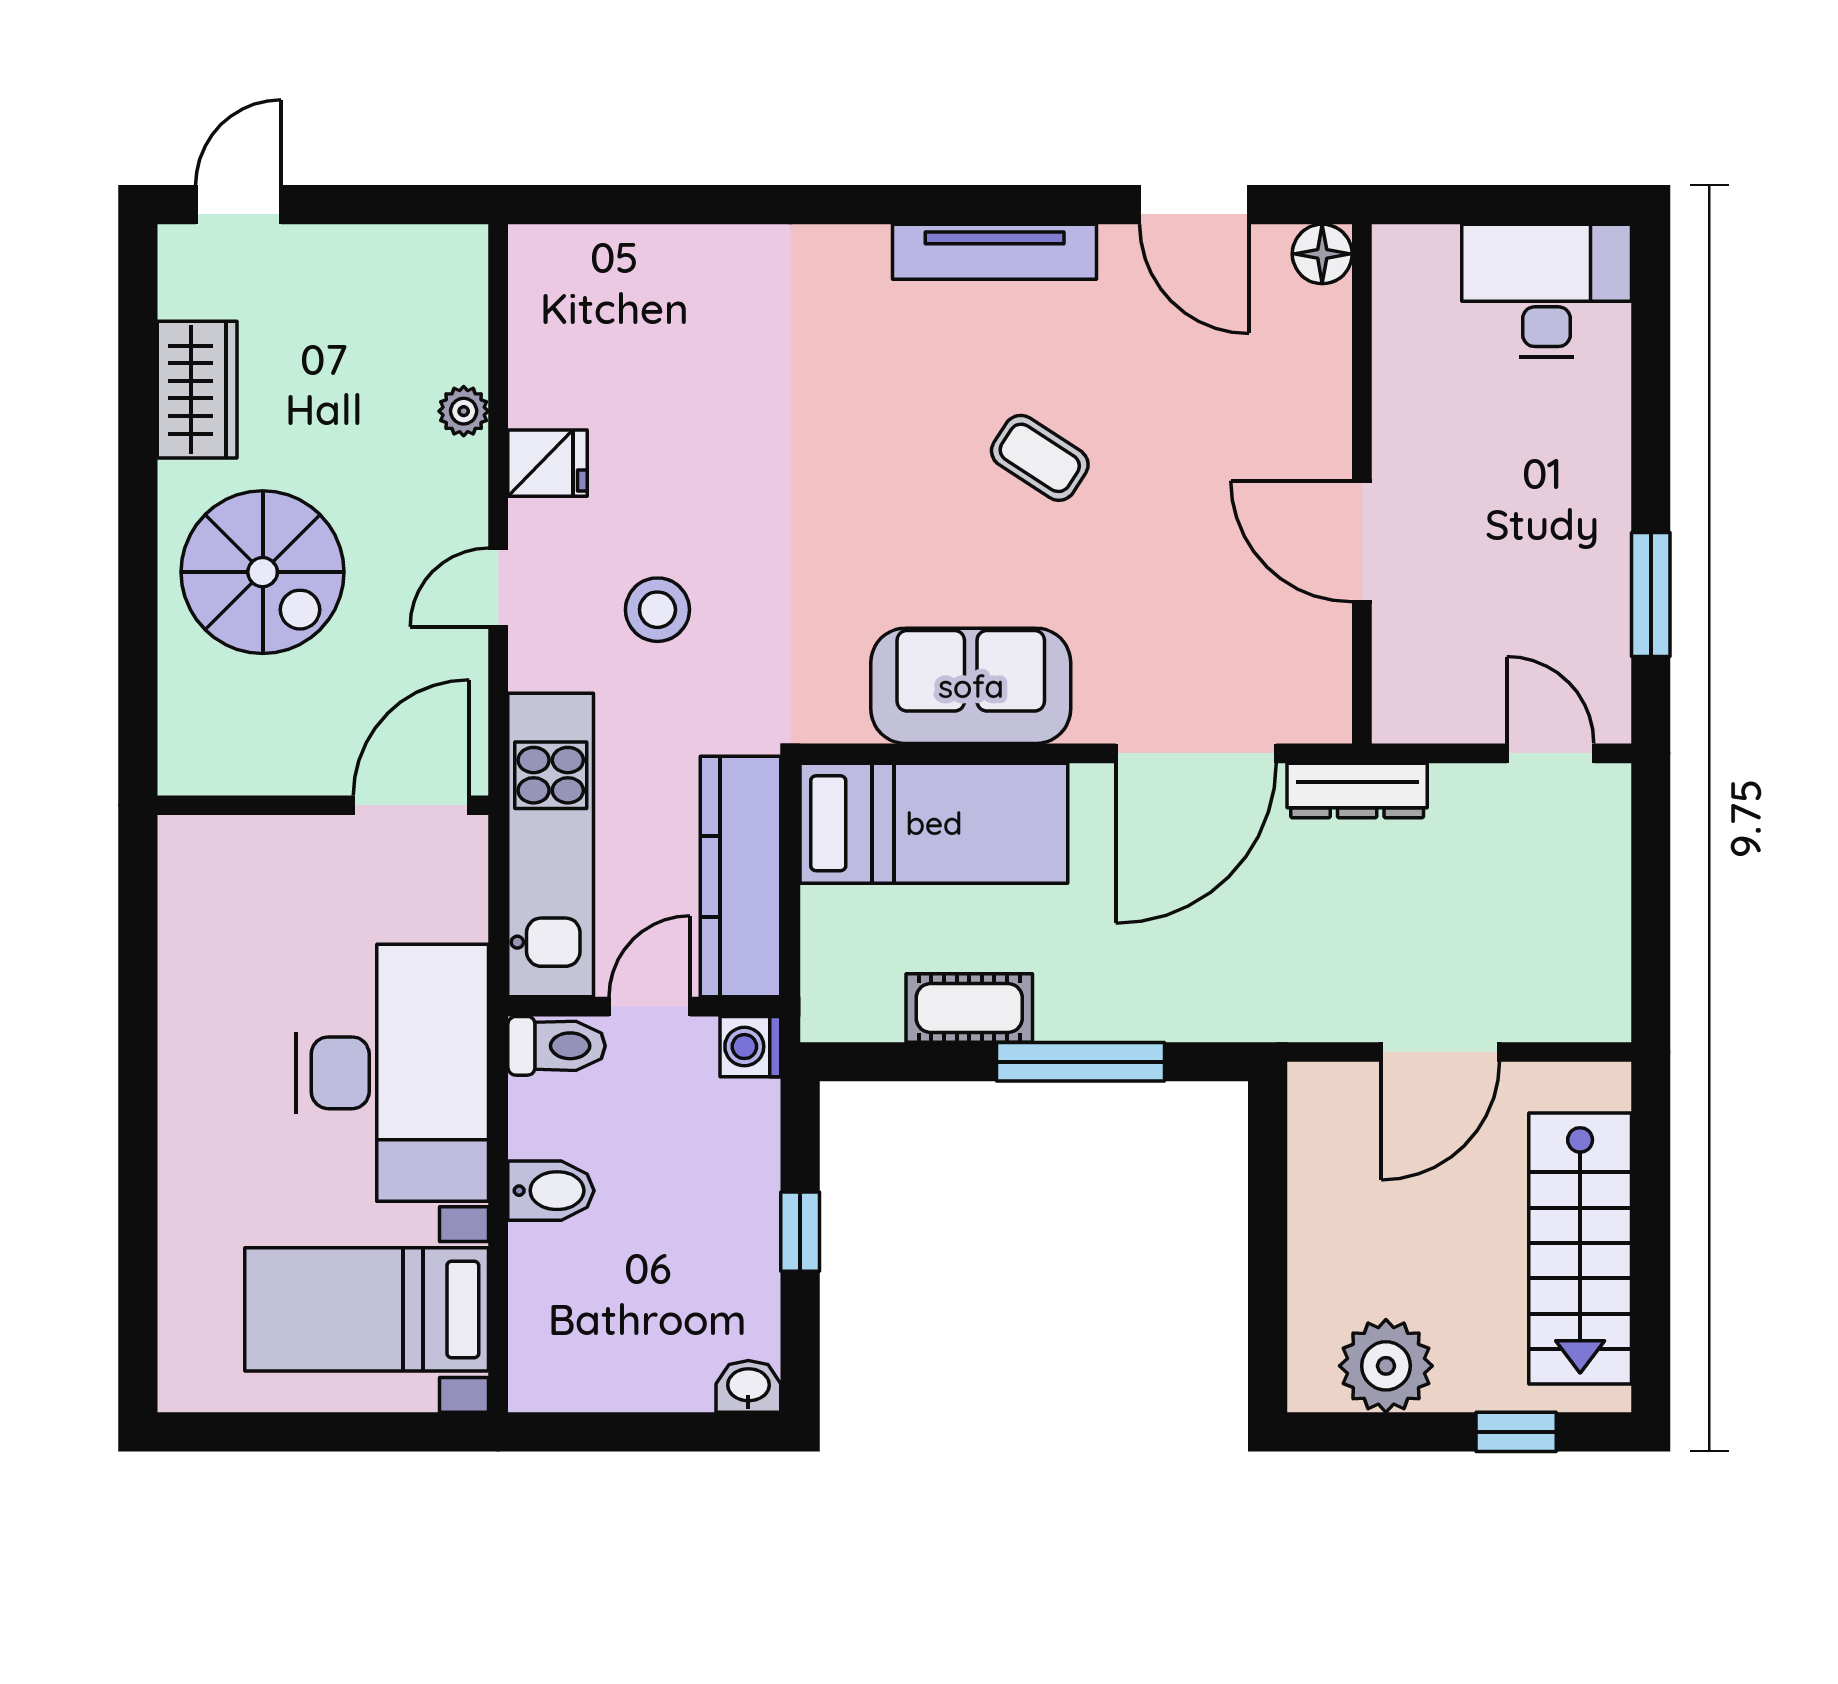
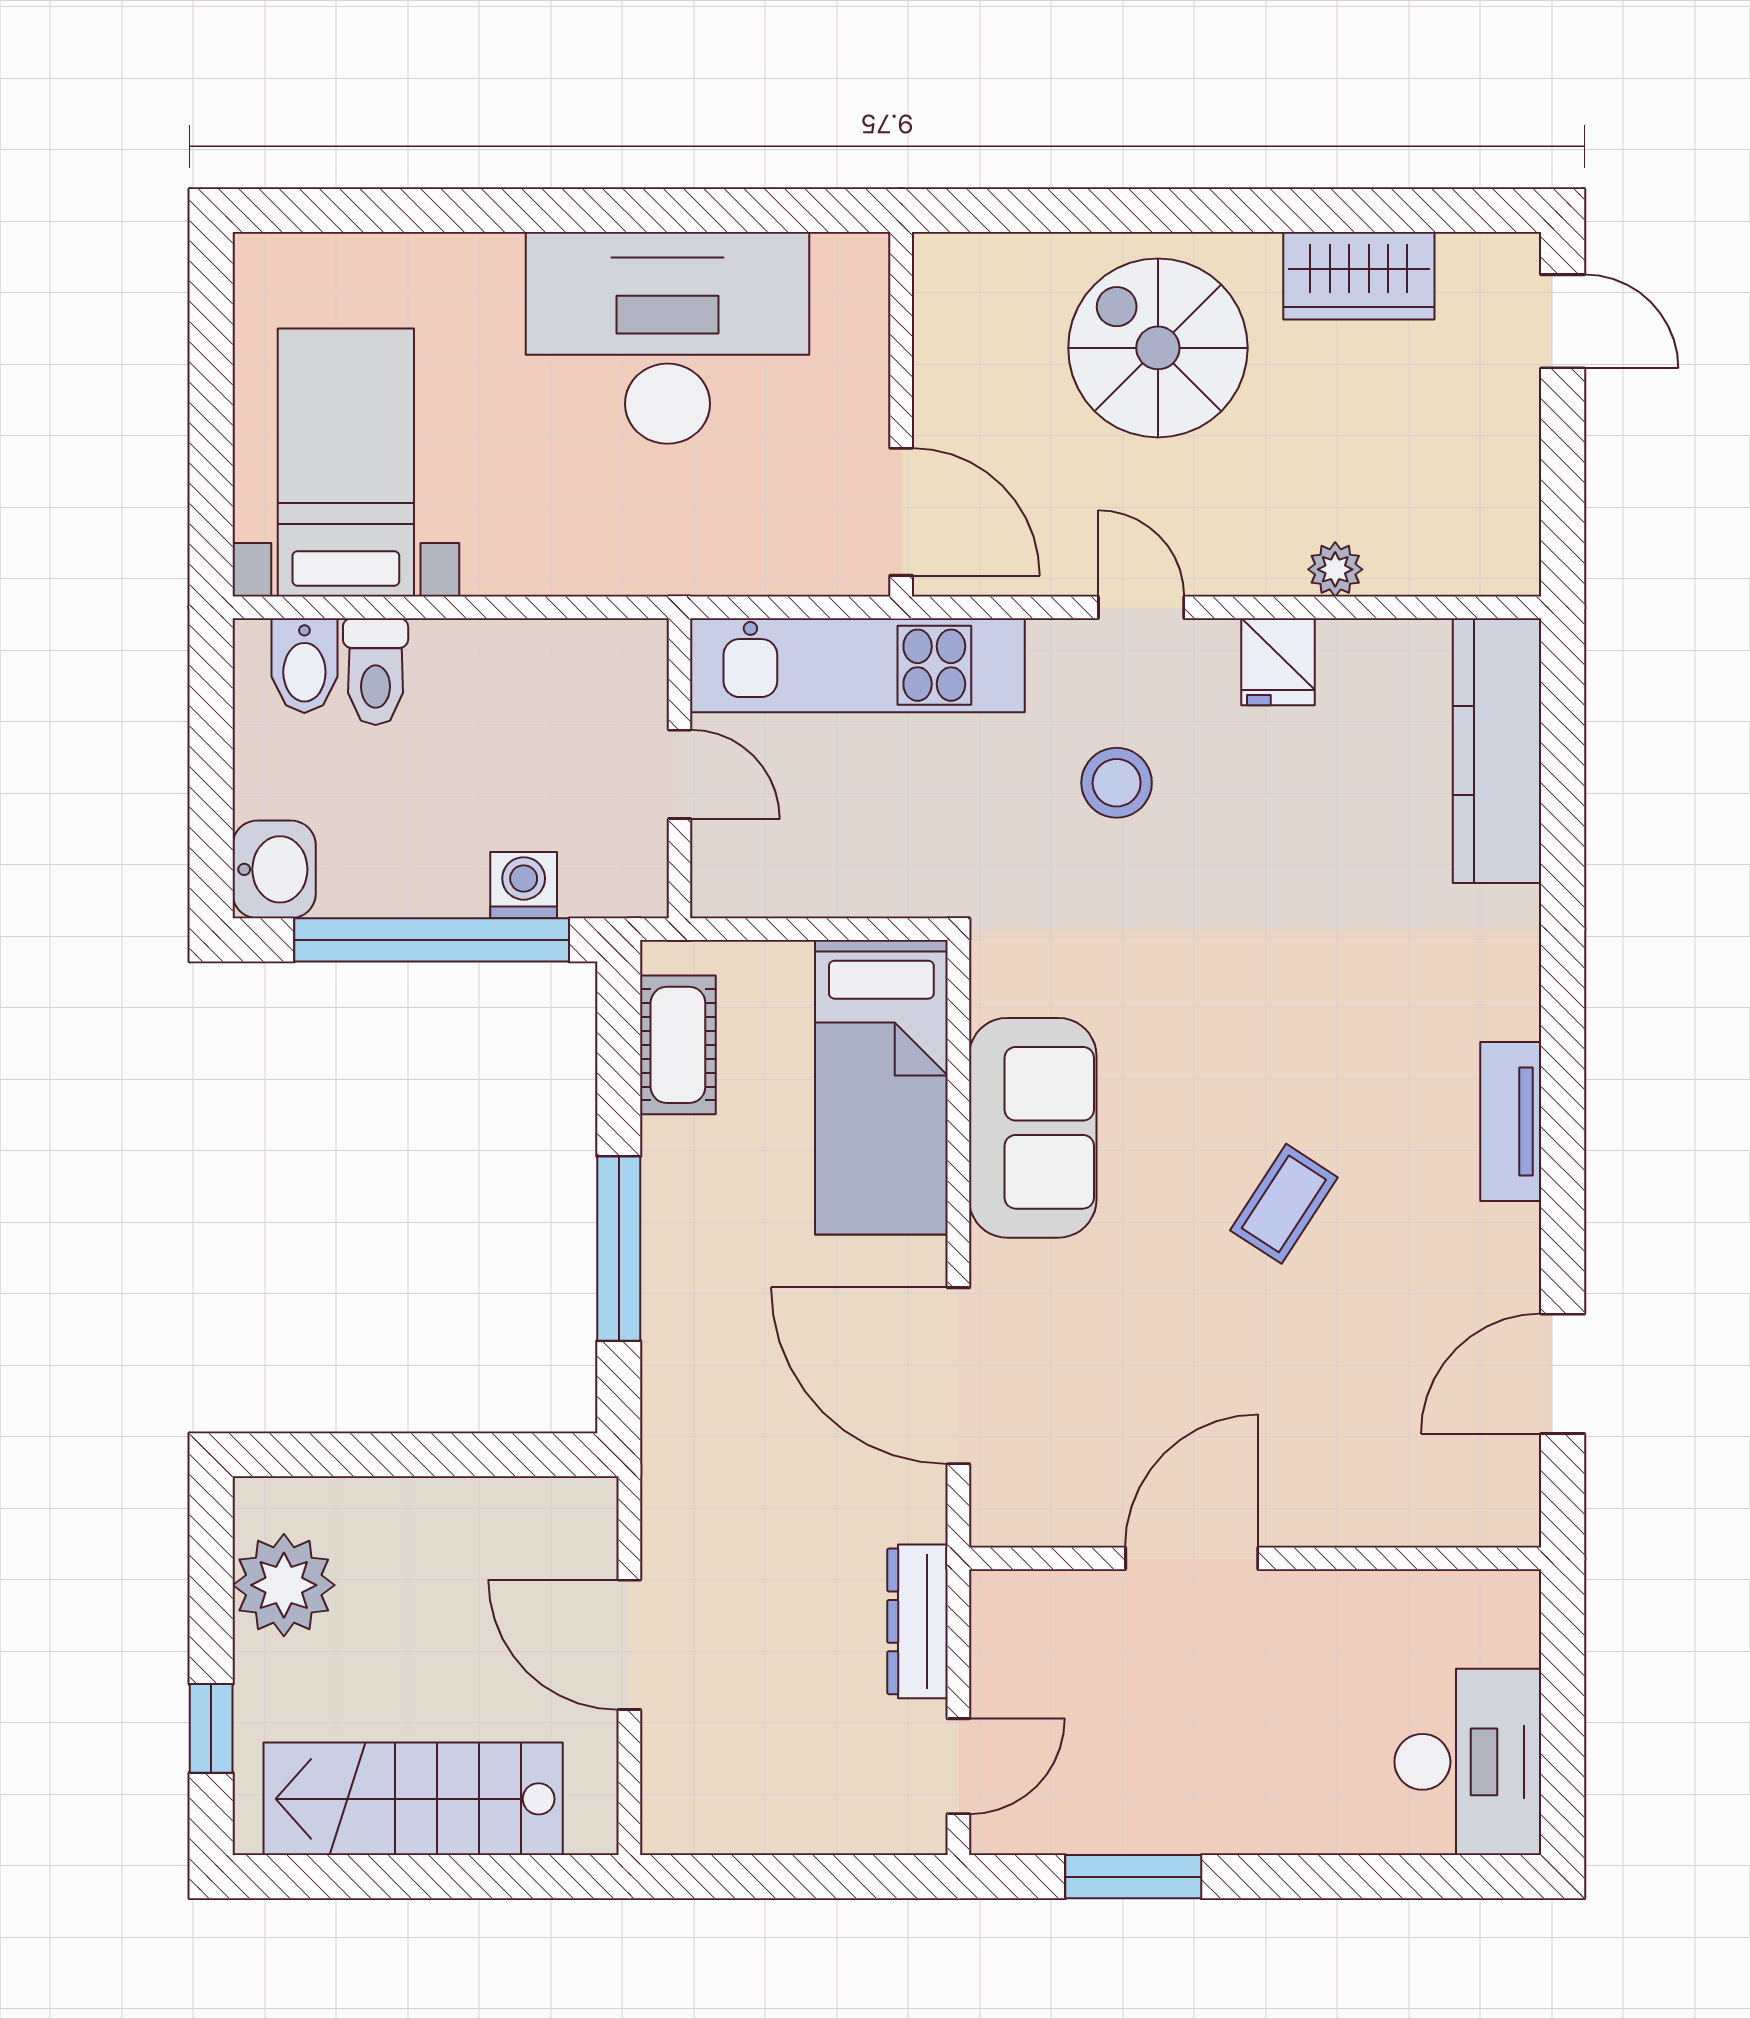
tv unit: (995, 252) -> (1511, 1121), width x0.71
floor lamp: (1322, 254) -> (1508, 1515), removed
spiral stairs: (263, 572) -> (1158, 348), turned 90
dresser: (1357, 790) -> (918, 1621), moved
kitchen counter: (741, 877) -> (1497, 751), moved, turned -90
cot: (969, 1008) -> (678, 1045), moved
toilet: (556, 1046) -> (376, 672), moved
washing machine: (750, 1047) -> (524, 885), moved
desk: (392, 1073) -> (667, 338), moved, turned 180
bidet: (551, 1191) -> (304, 666), moved
window: (800, 1232) -> (432, 940), width x3.17
washbasin: (748, 1386) -> (274, 869), width x1.38, depth x1.45

